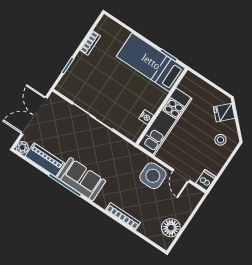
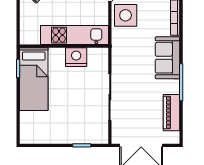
bookcase: (90, 43) -> (51, 139), removed
nightstand: (146, 117) -> (76, 57), width x1.89, depth x1.79
plant: (22, 147) -> (174, 138), removed
sofa: (81, 179) -> (167, 58), moved

